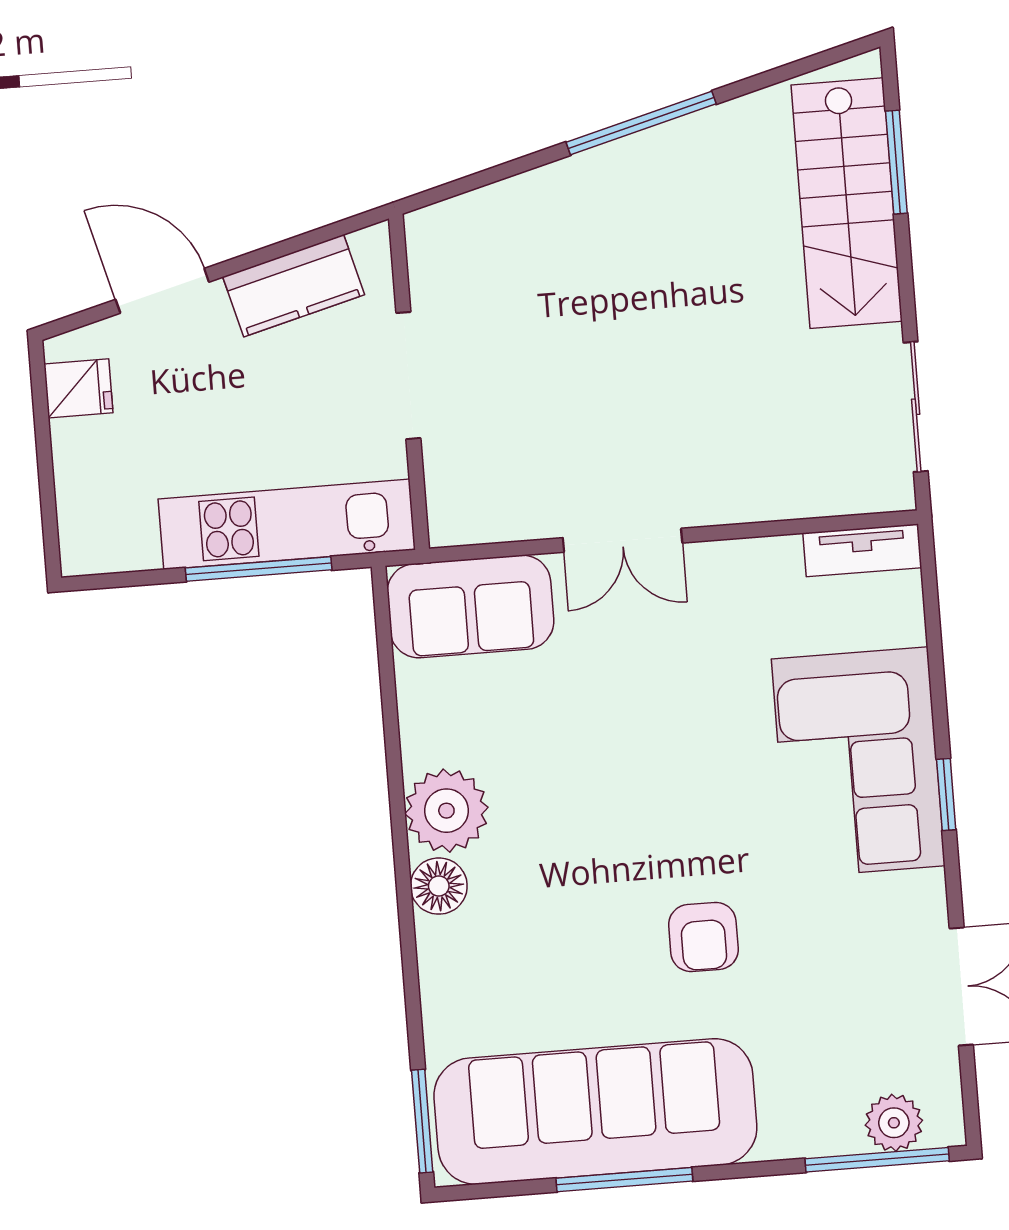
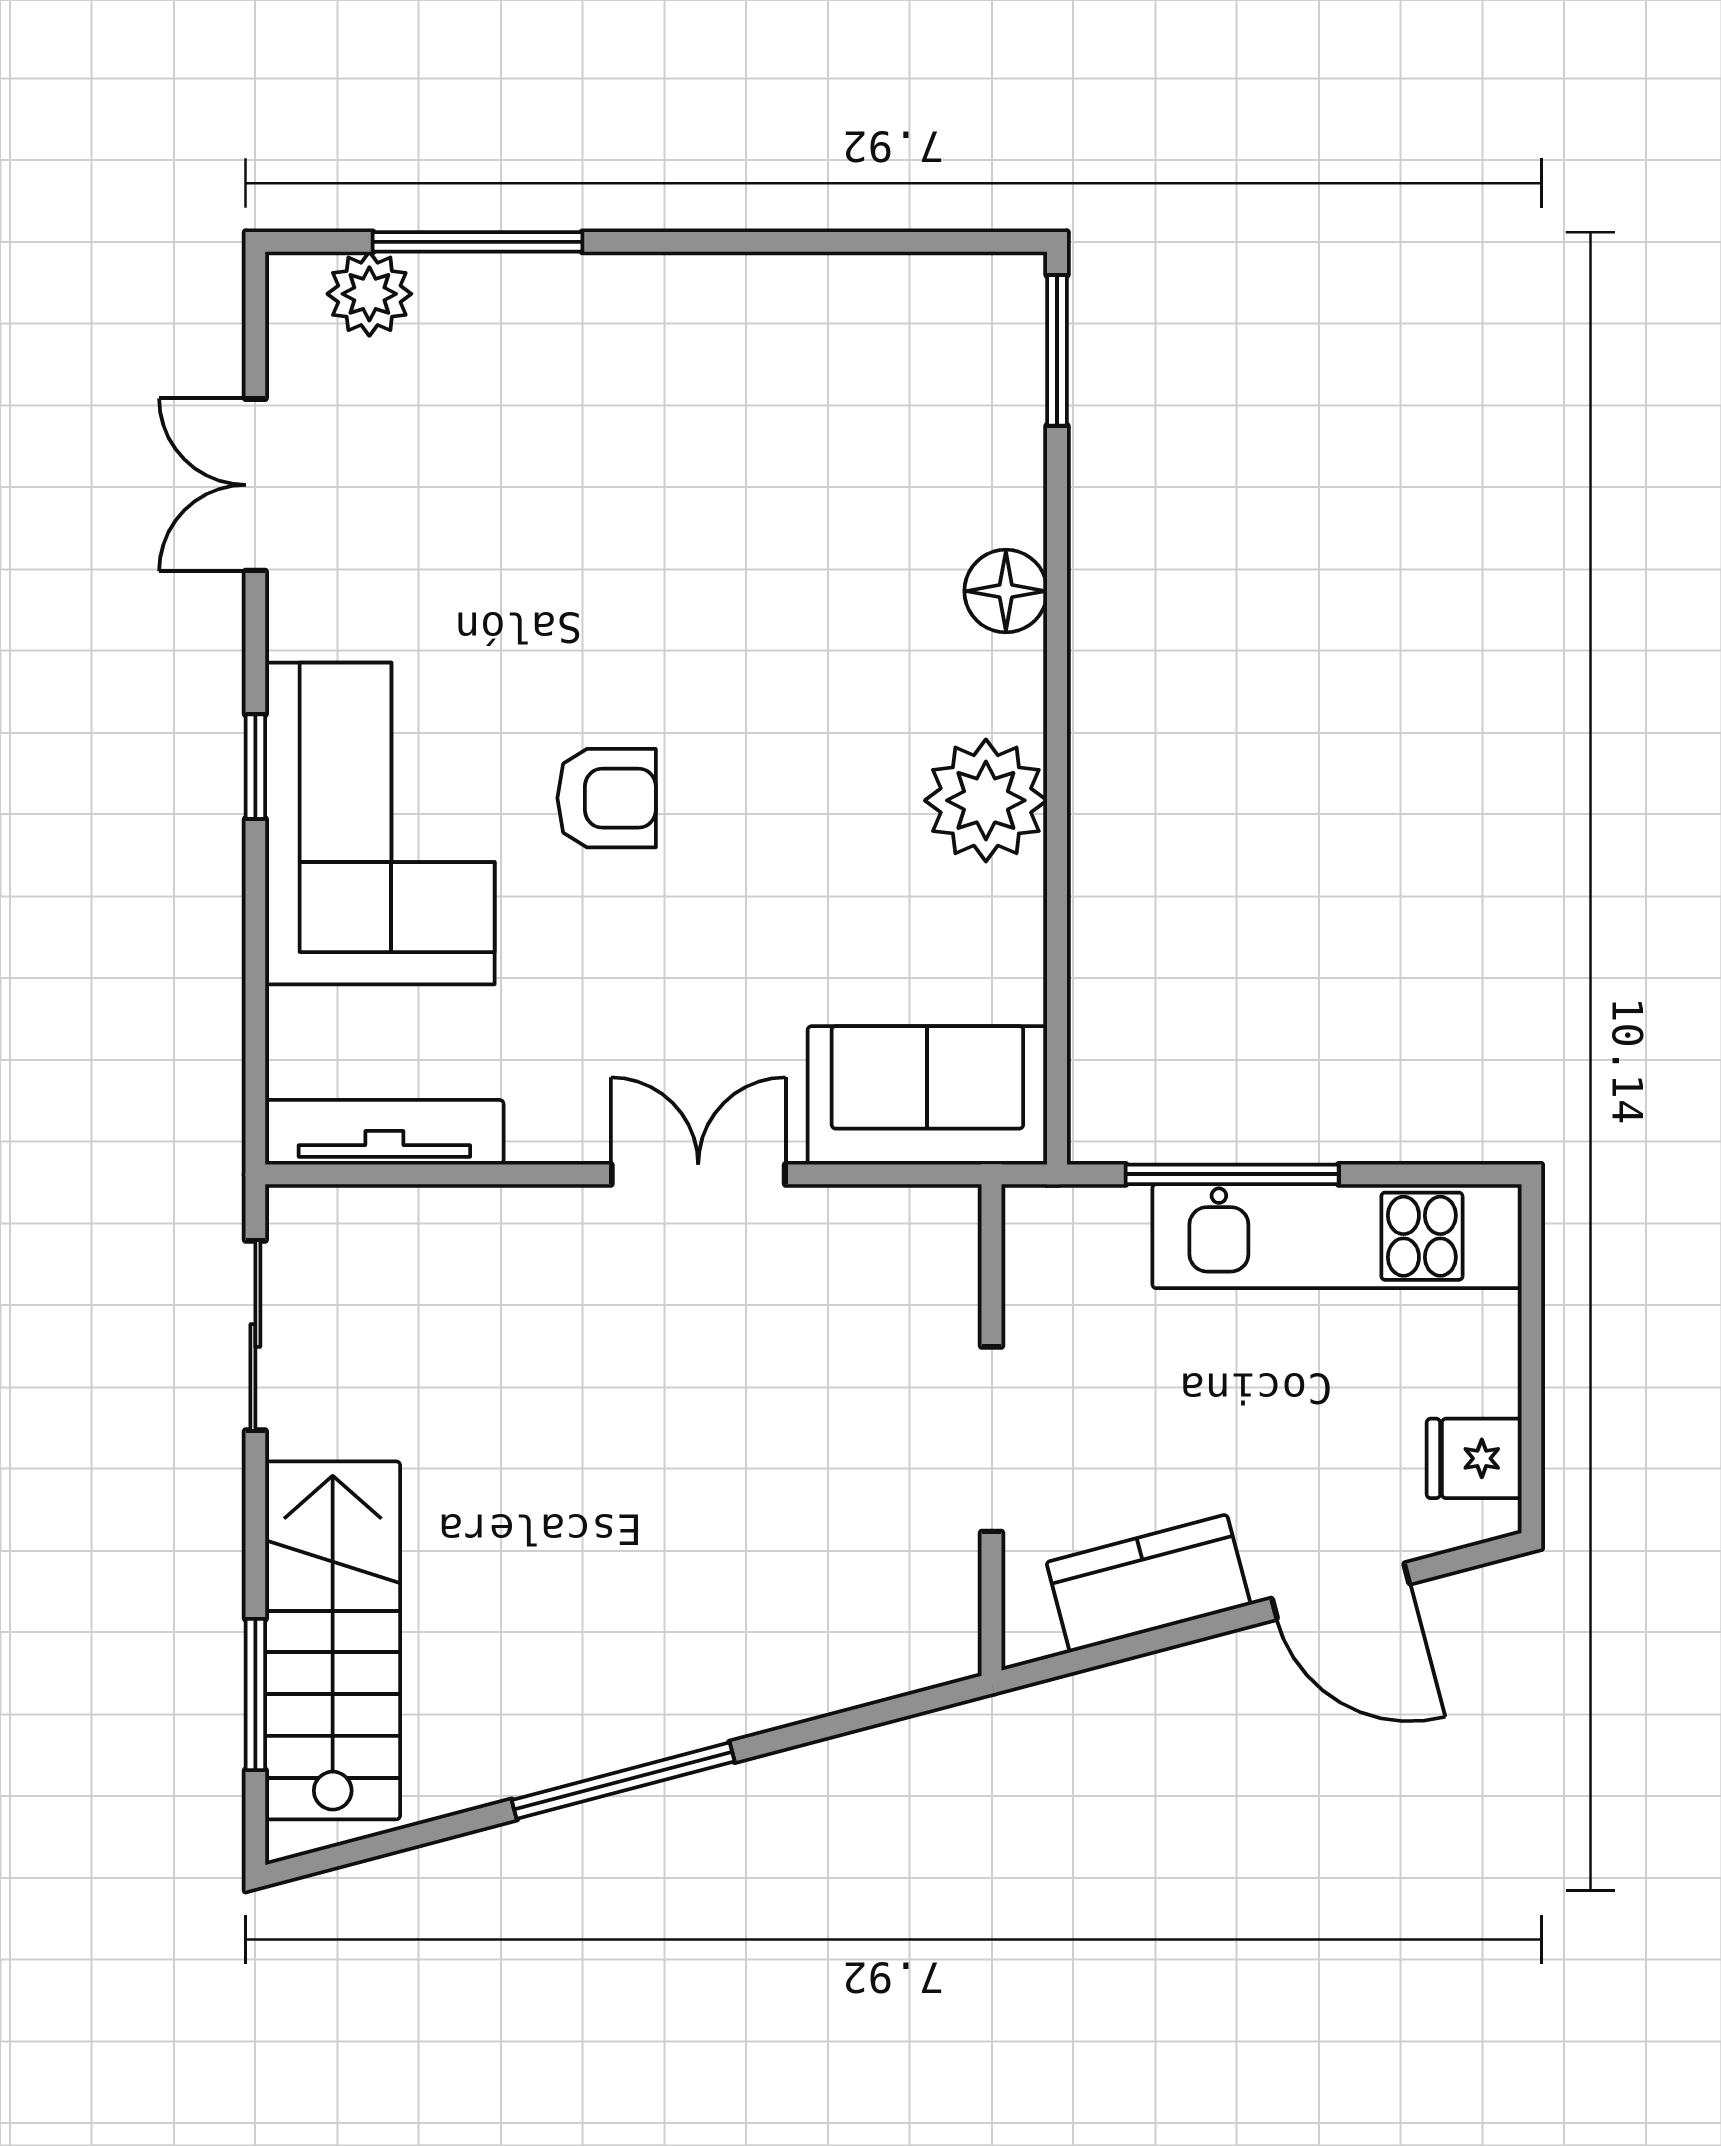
kitchen unit: (287, 524) -> (1337, 1236), moved
tv unit: (862, 550) -> (384, 1132), width x1.41
floor lamp: (439, 886) -> (1006, 591), moved
armchair: (703, 937) -> (607, 798), moved, turned 90
sofa: (595, 1112) -> (803, 345), removed
window: (877, 1160) -> (478, 242), moved
window: (624, 1180) -> (769, 242), removed

